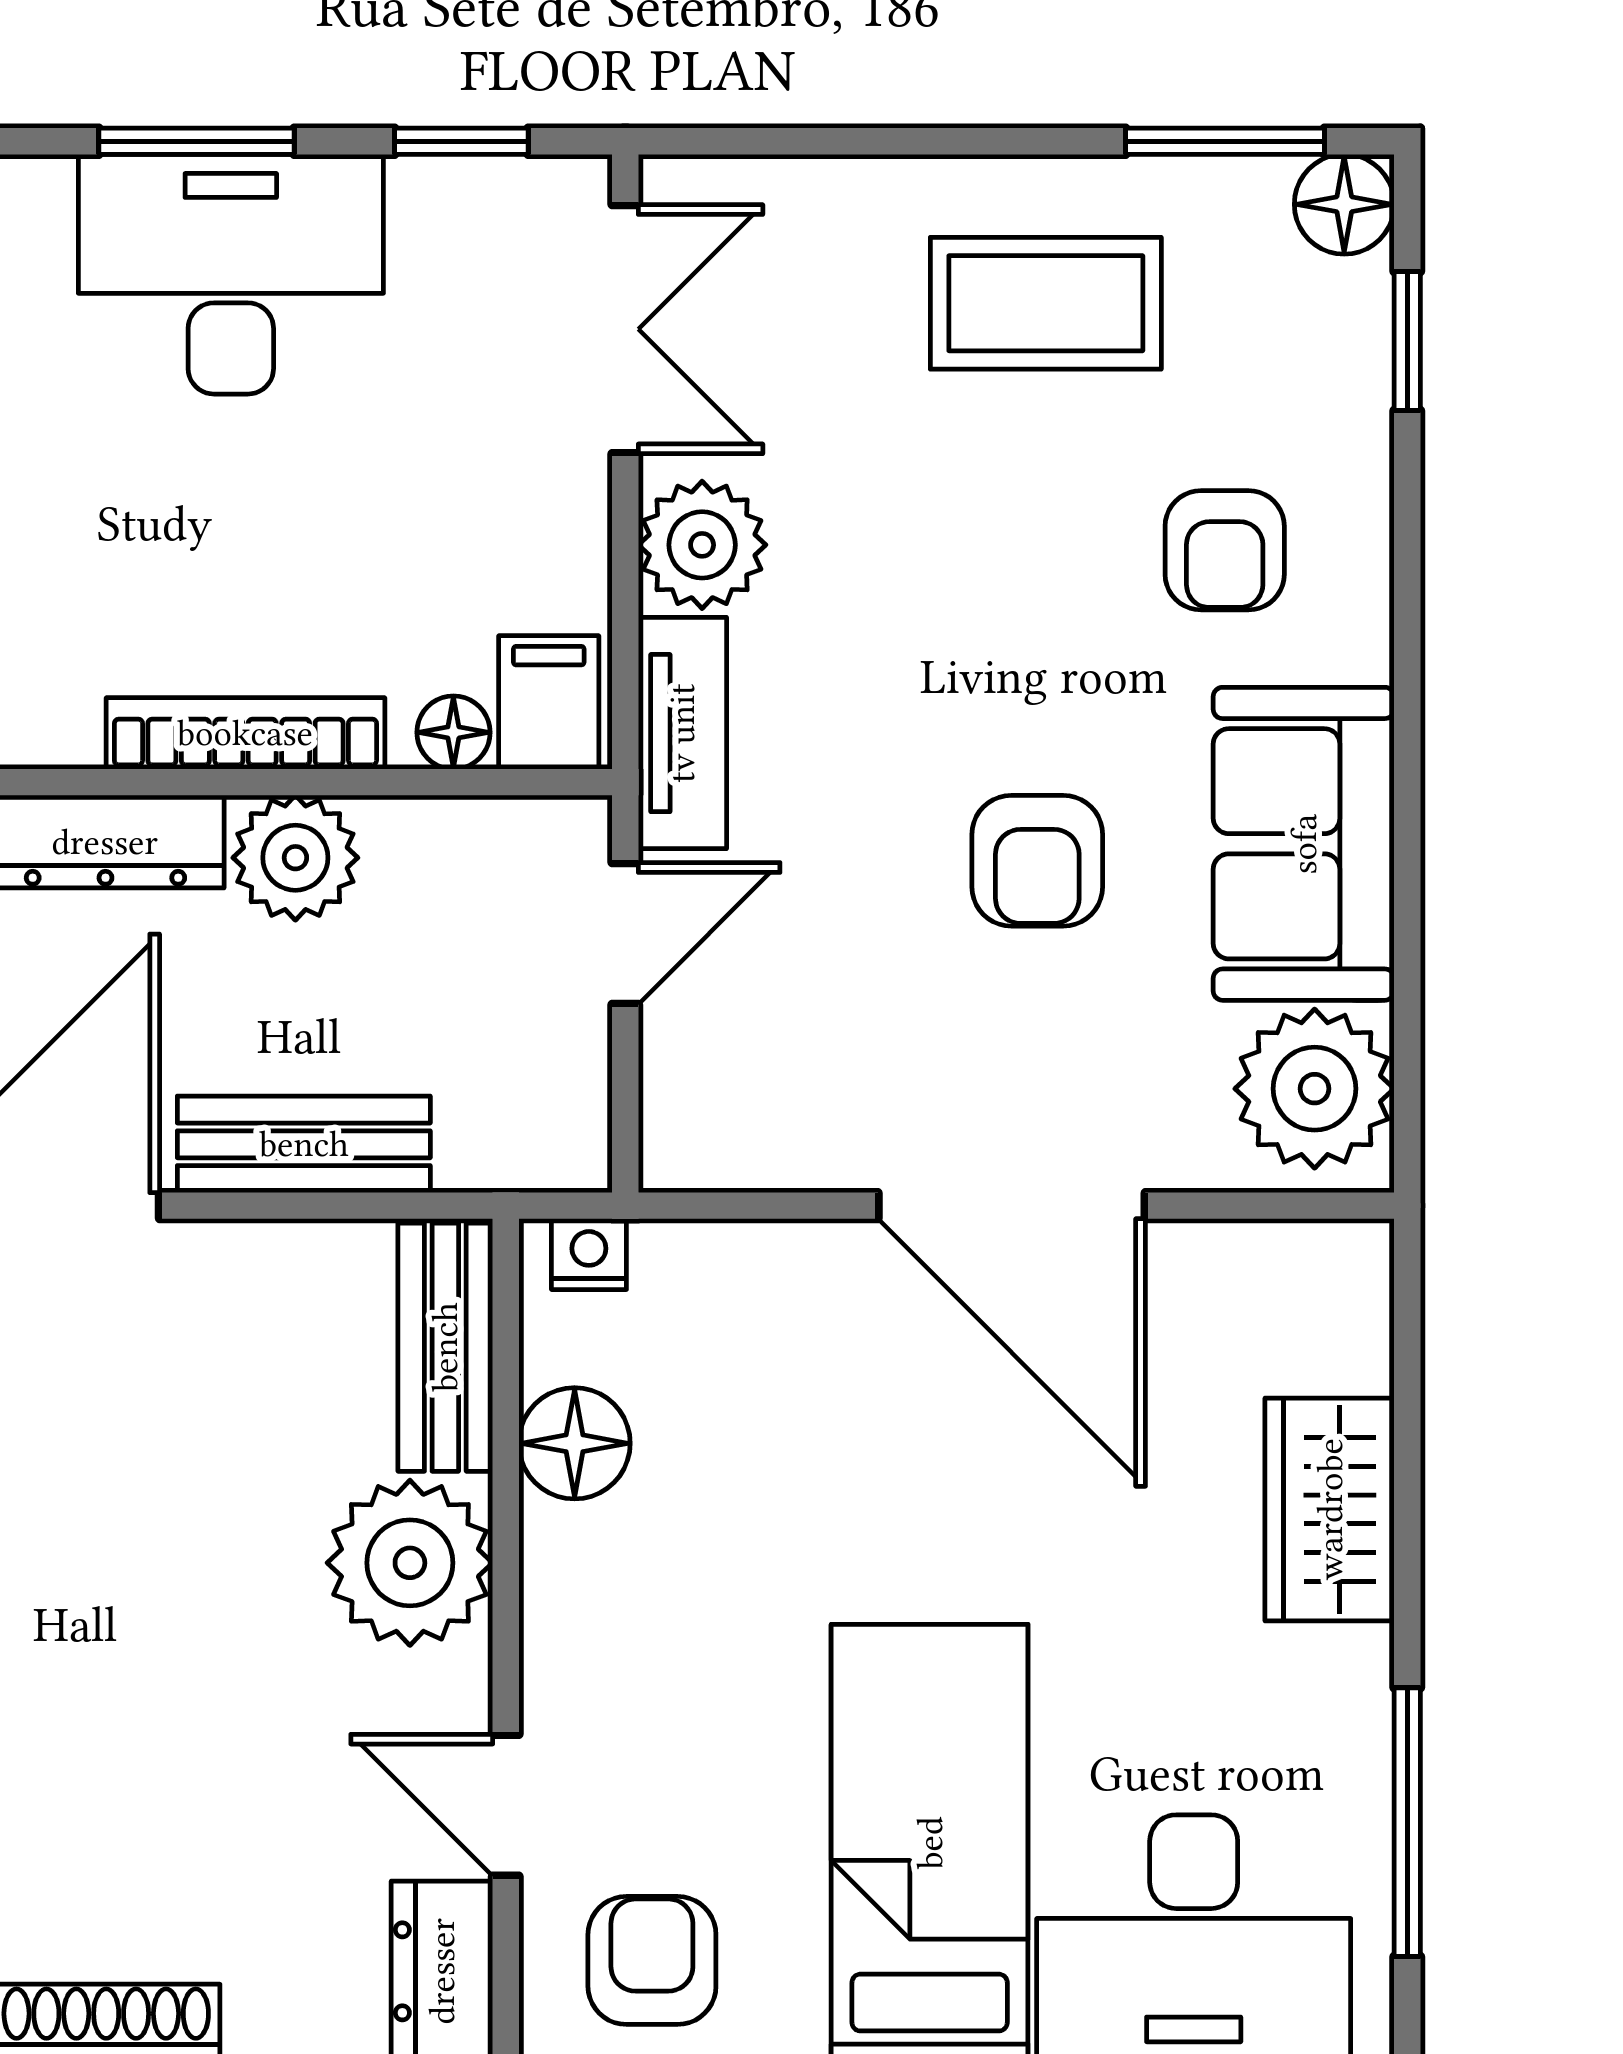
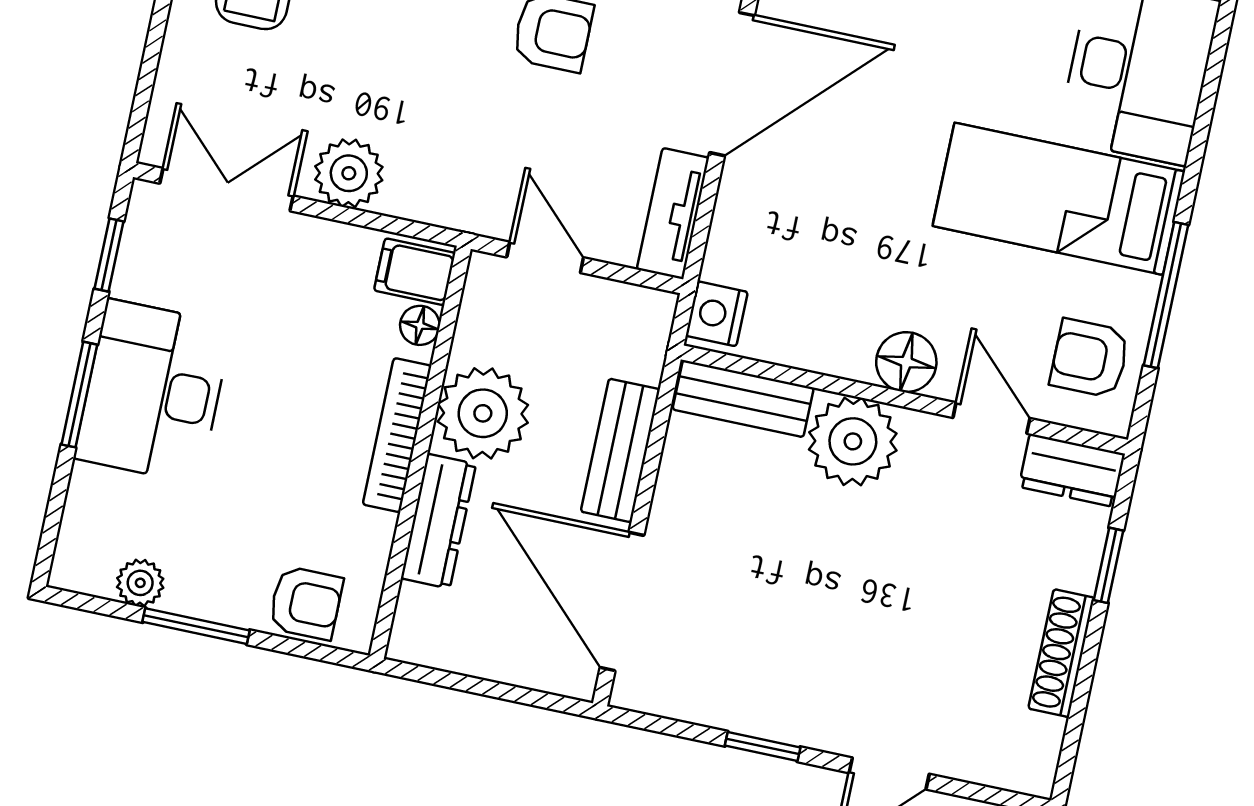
tv unit: (682, 733) -> (673, 214), moved, turned -90
plant: (295, 858) -> (483, 413), width x1.36, depth x1.36
nightstand: (589, 1254) -> (717, 314), width x1.39, depth x1.35
floor lamp: (575, 1443) -> (906, 362), moved
door: (506, 1805) -> (991, 418), swing flipped

